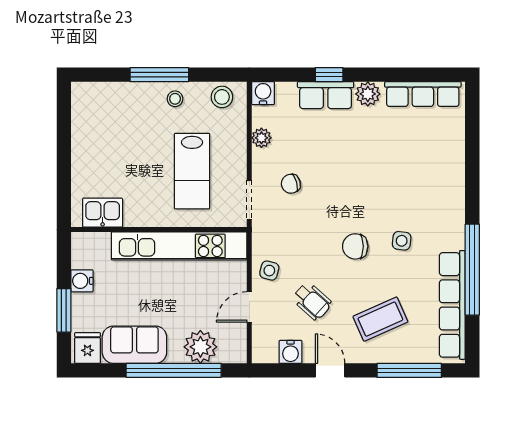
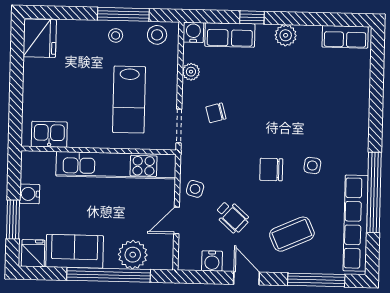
window: (159, 75) -> (123, 14), moved
row of seats: (423, 94) -> (345, 37), width x0.68
row of seats: (326, 95) -> (230, 35), moved
fridge: (89, 104) -> (40, 38), added

